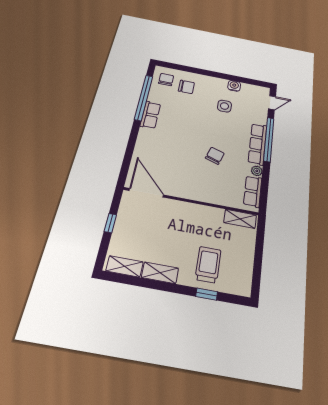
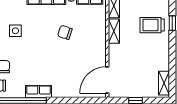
shelving: (160, 273) -> (114, 31), moved

